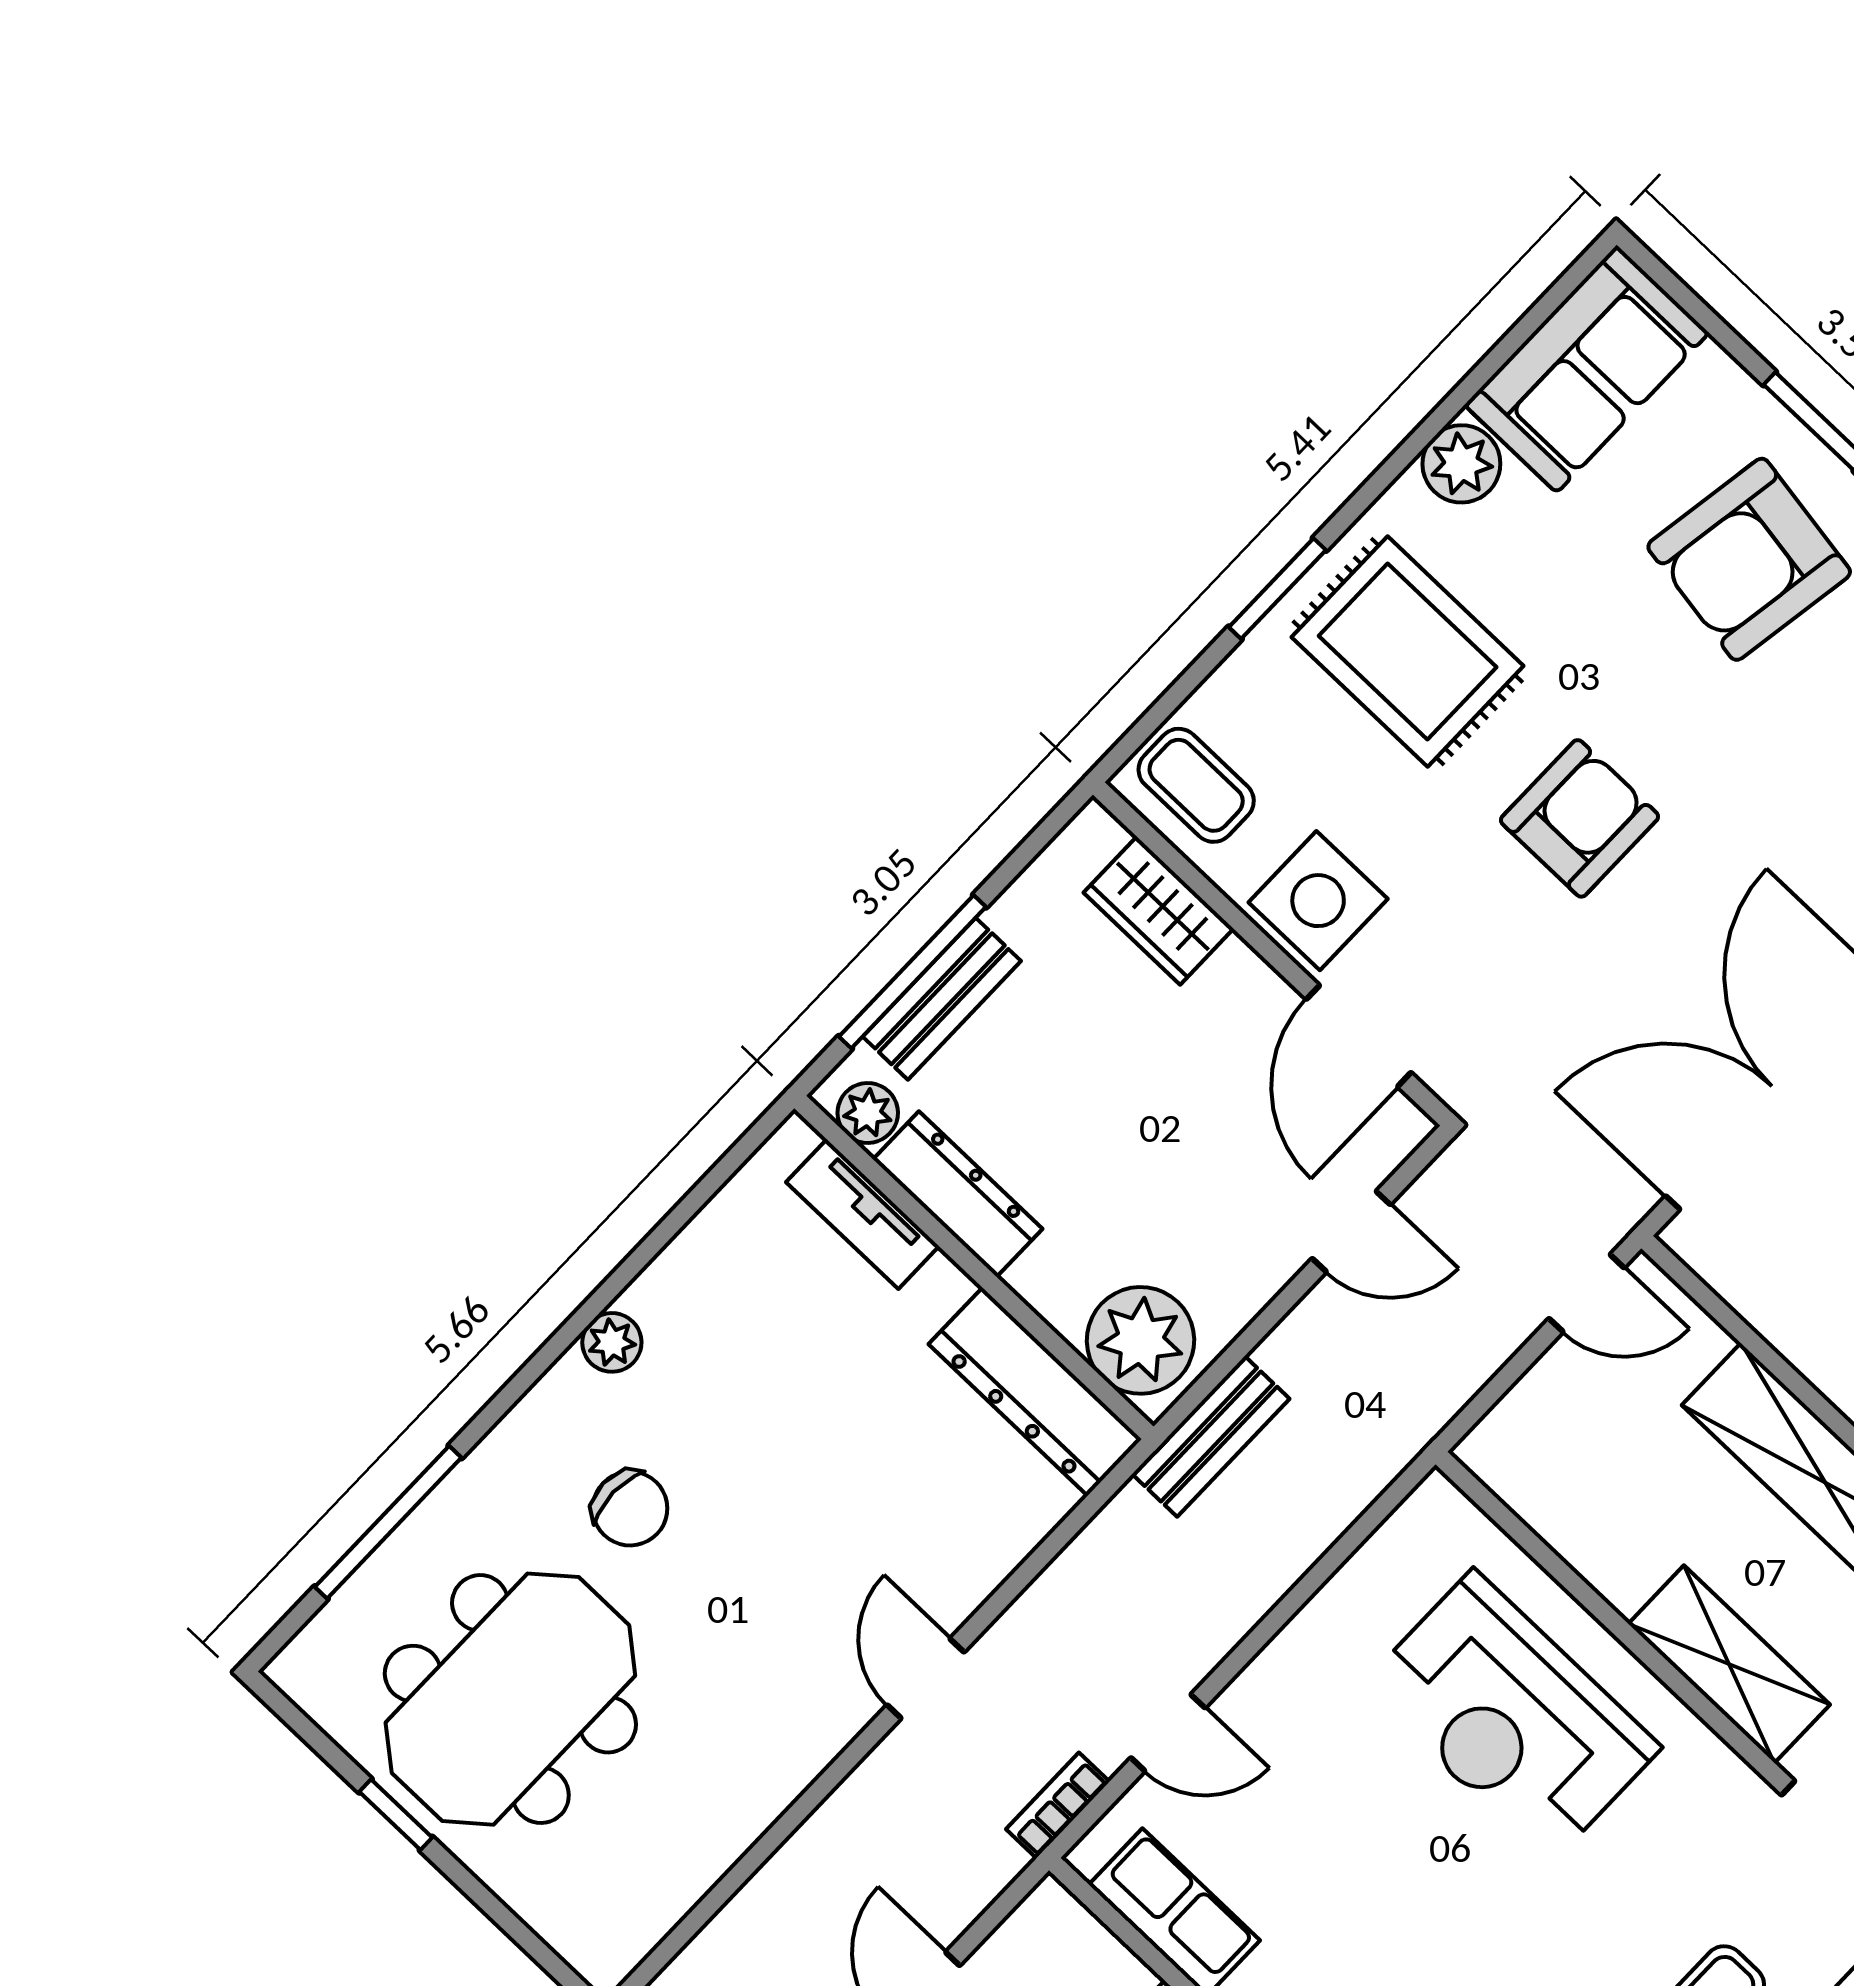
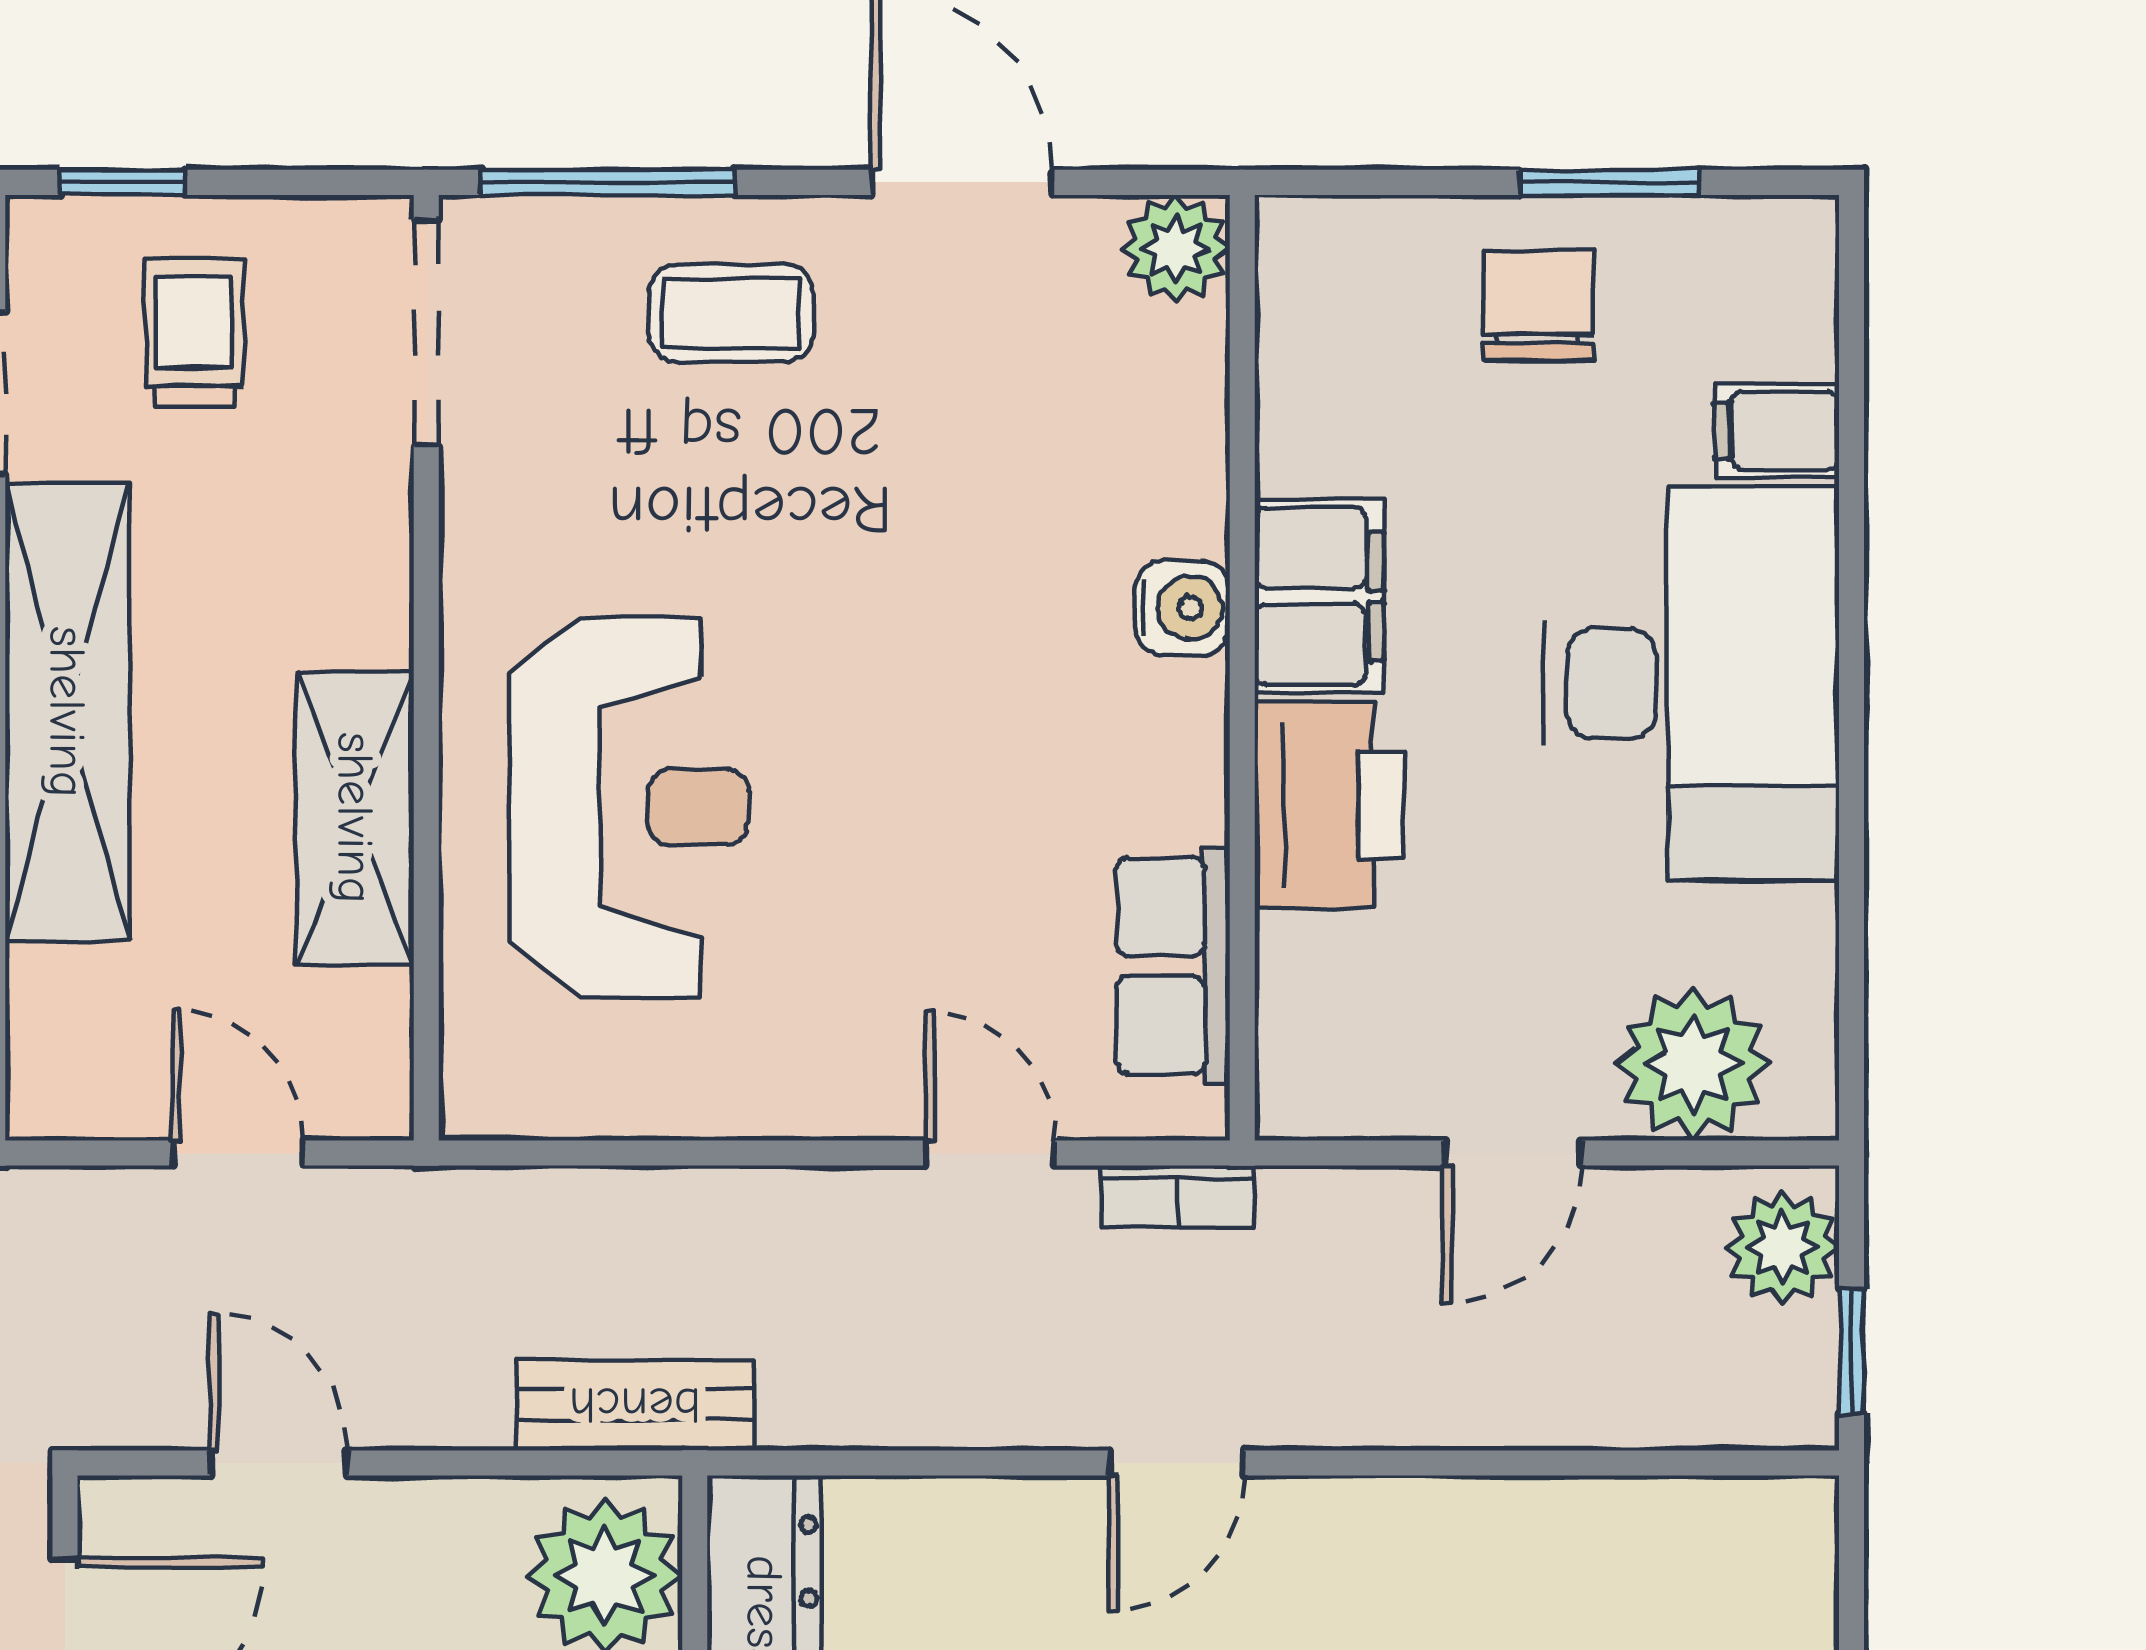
door: (1587, 1293) -> (238, 1153), moved
shelving: (1729, 1664) -> (355, 818), moved

